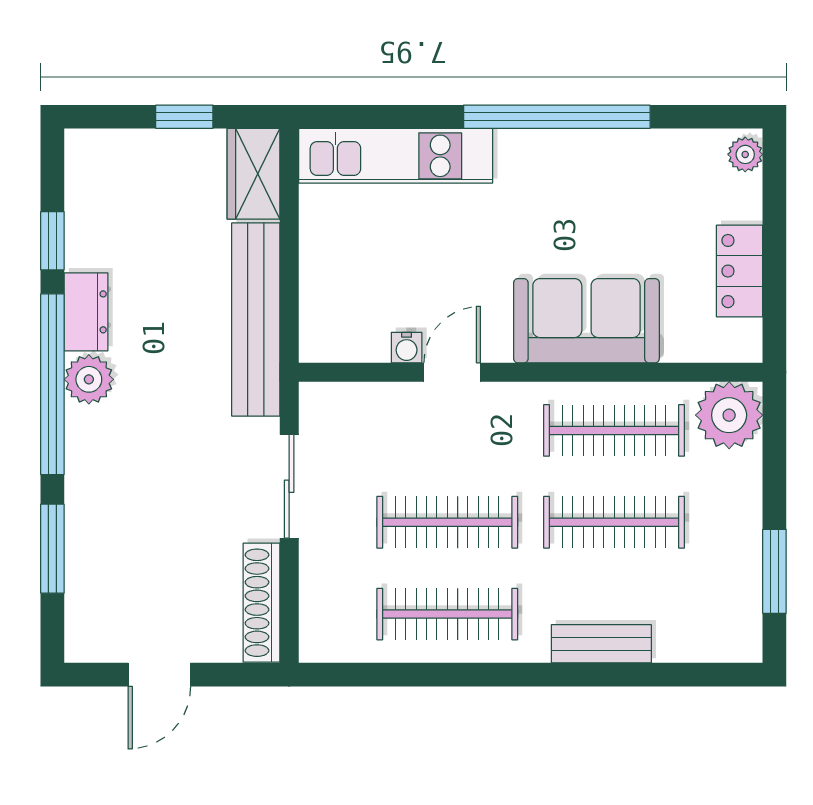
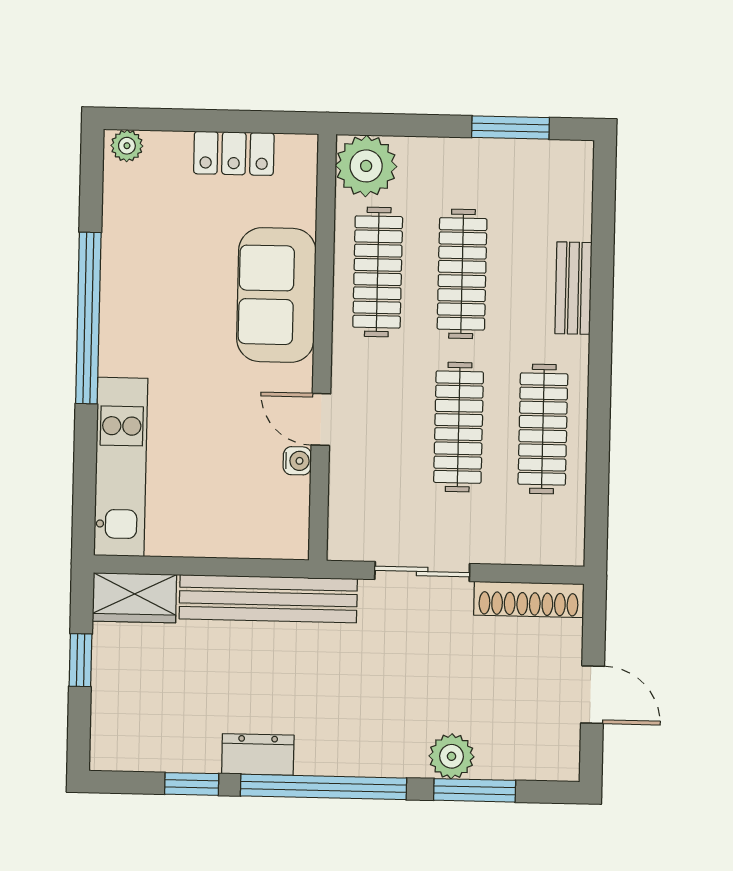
plant: (89, 379) -> (452, 756), moved

